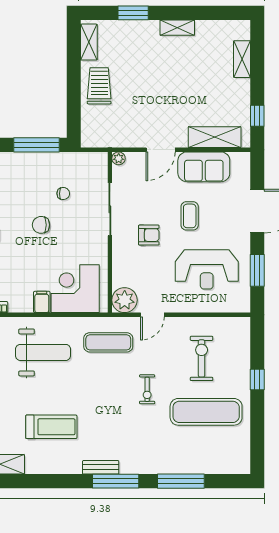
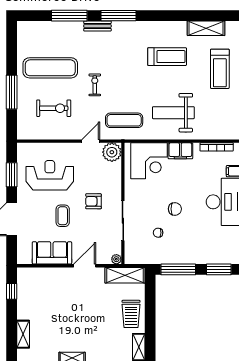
shelving: (215, 137) -> (125, 275), moved
filing cabinet: (42, 302) -> (180, 151), width x2.00
exercise bike: (202, 358) -> (54, 108), turned -90
window: (257, 380) -> (12, 92), width x2.17
treadmill: (51, 427) -> (167, 57), turned 180
bench: (101, 467) -> (97, 26), moved

